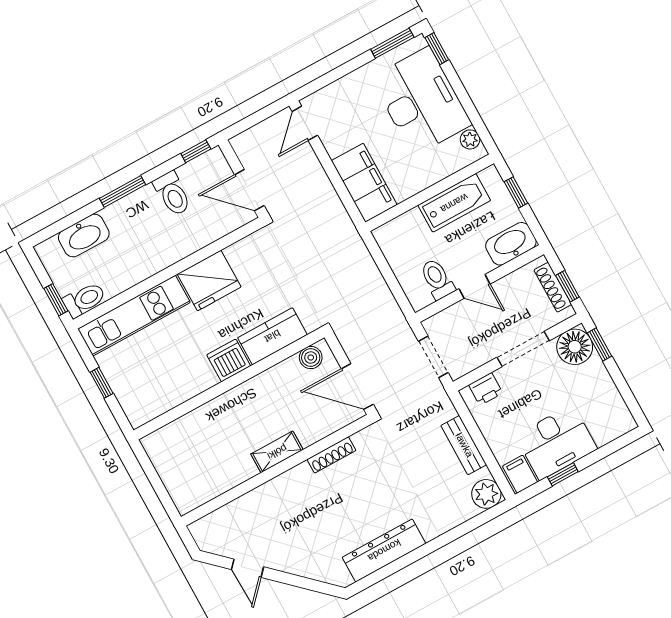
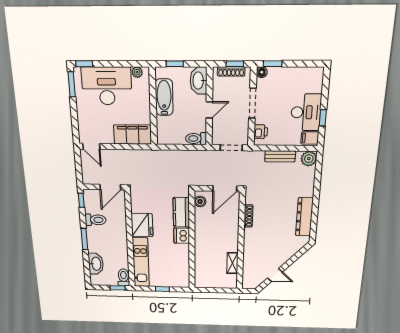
toilet: (437, 279) -> (196, 139), moved
floor lamp: (575, 347) -> (262, 72), width x0.53, depth x0.53
shelving: (277, 452) -> (232, 263), moved

